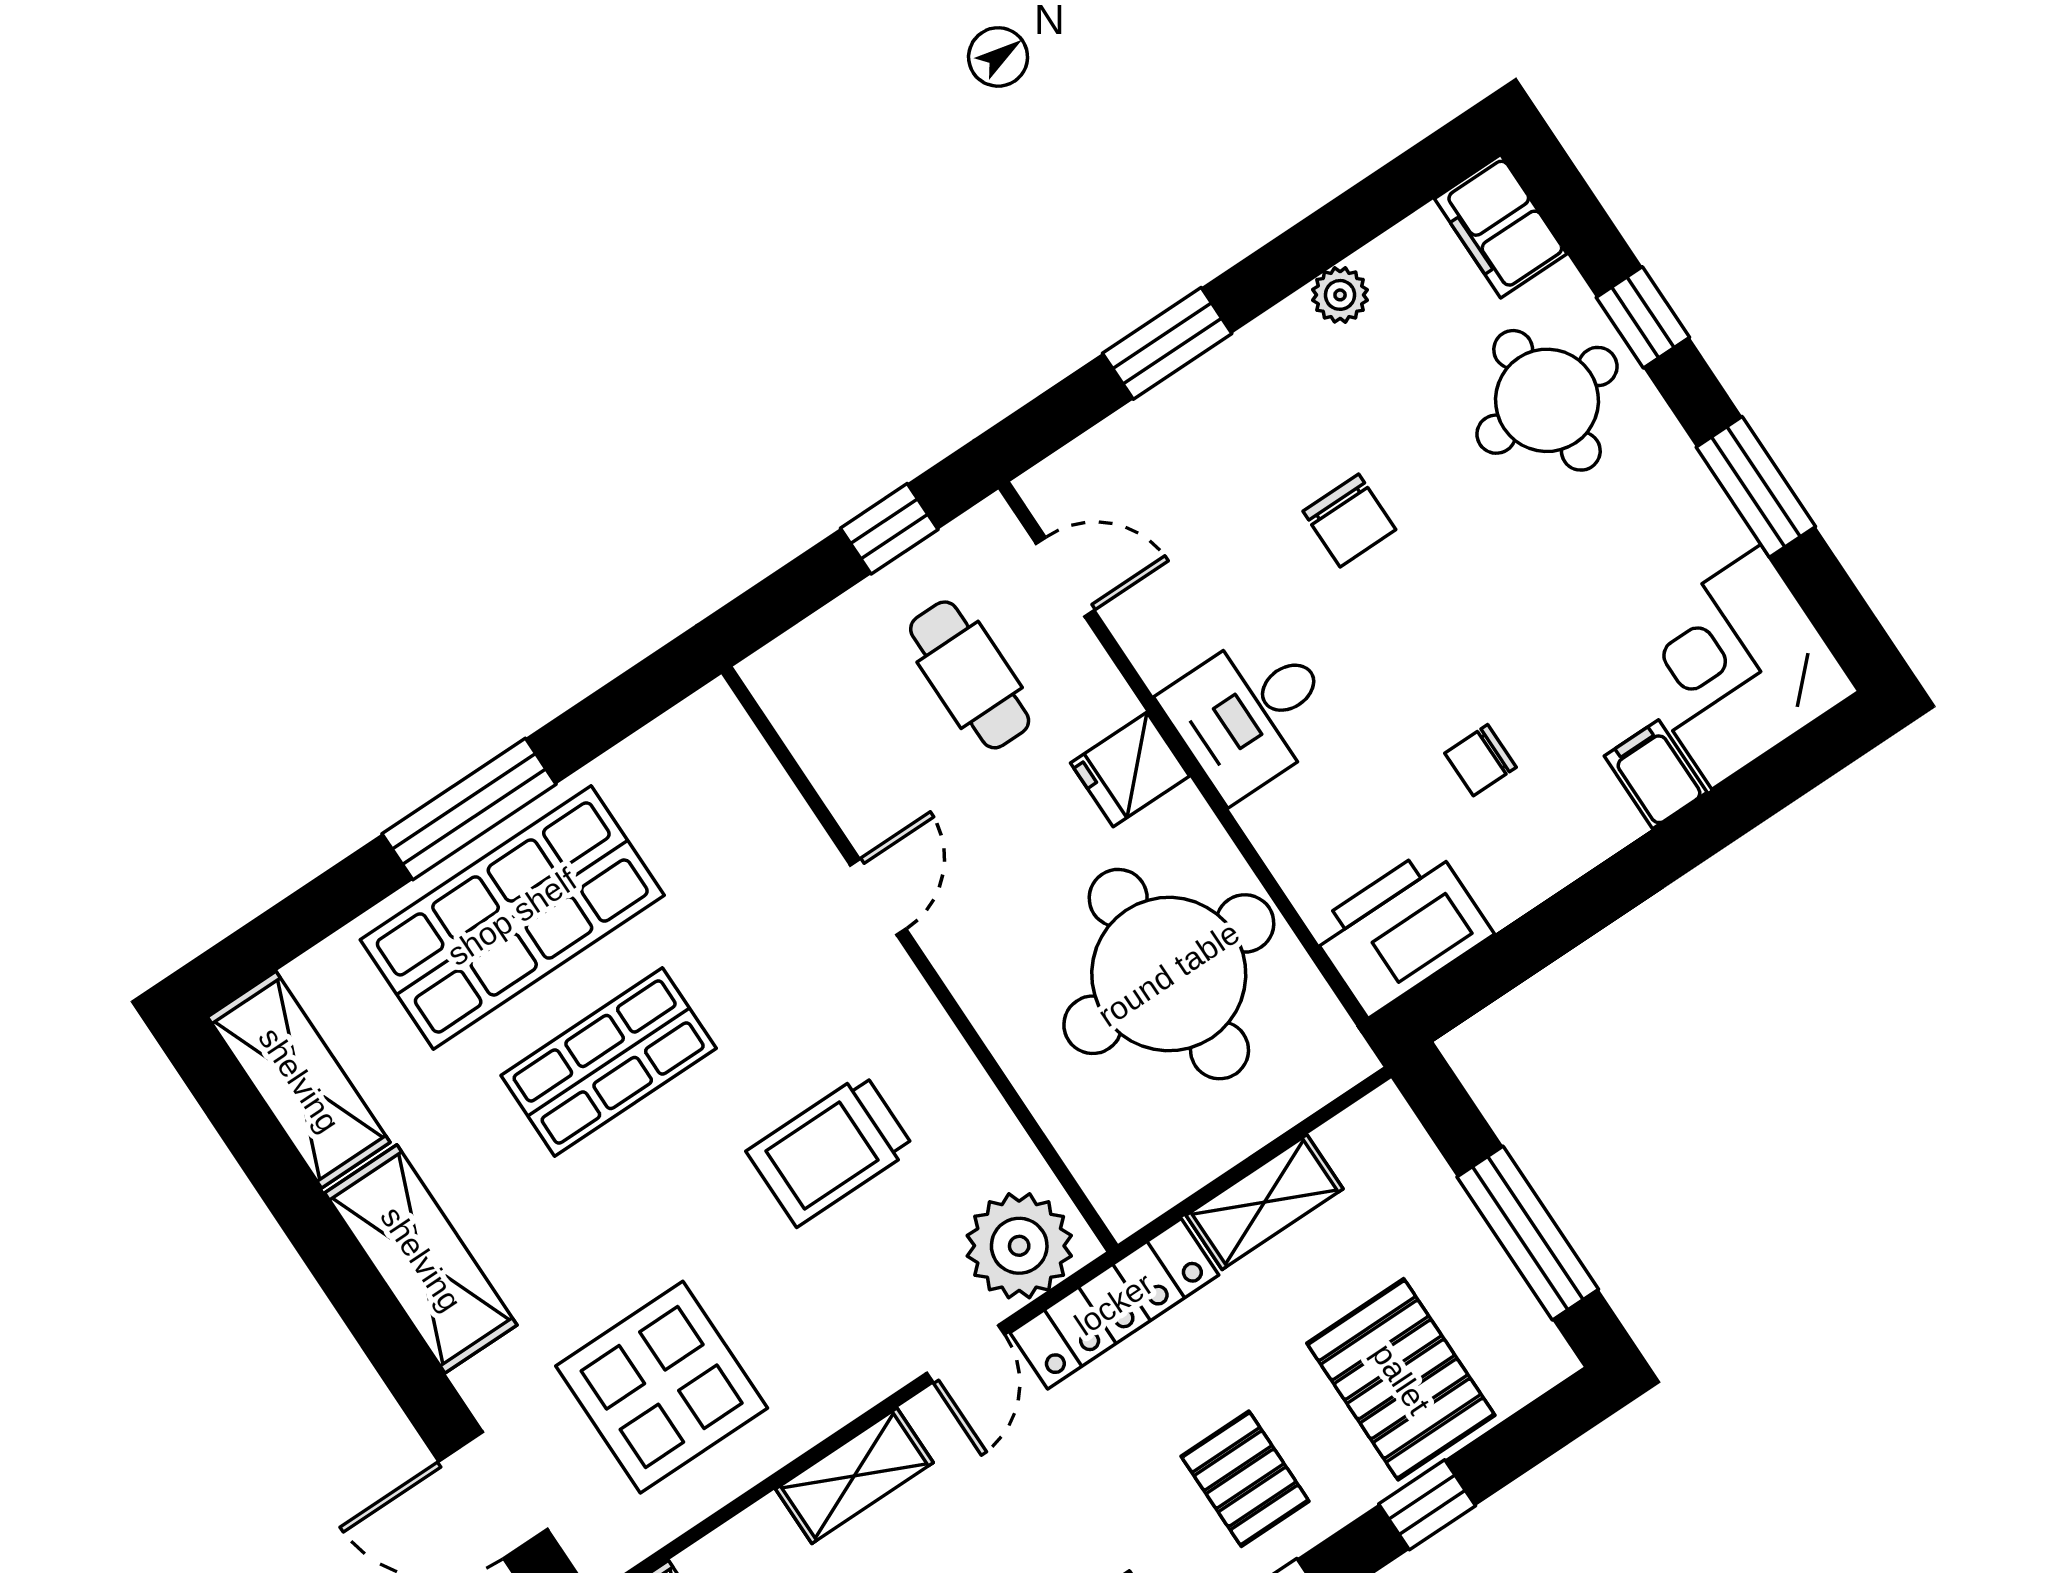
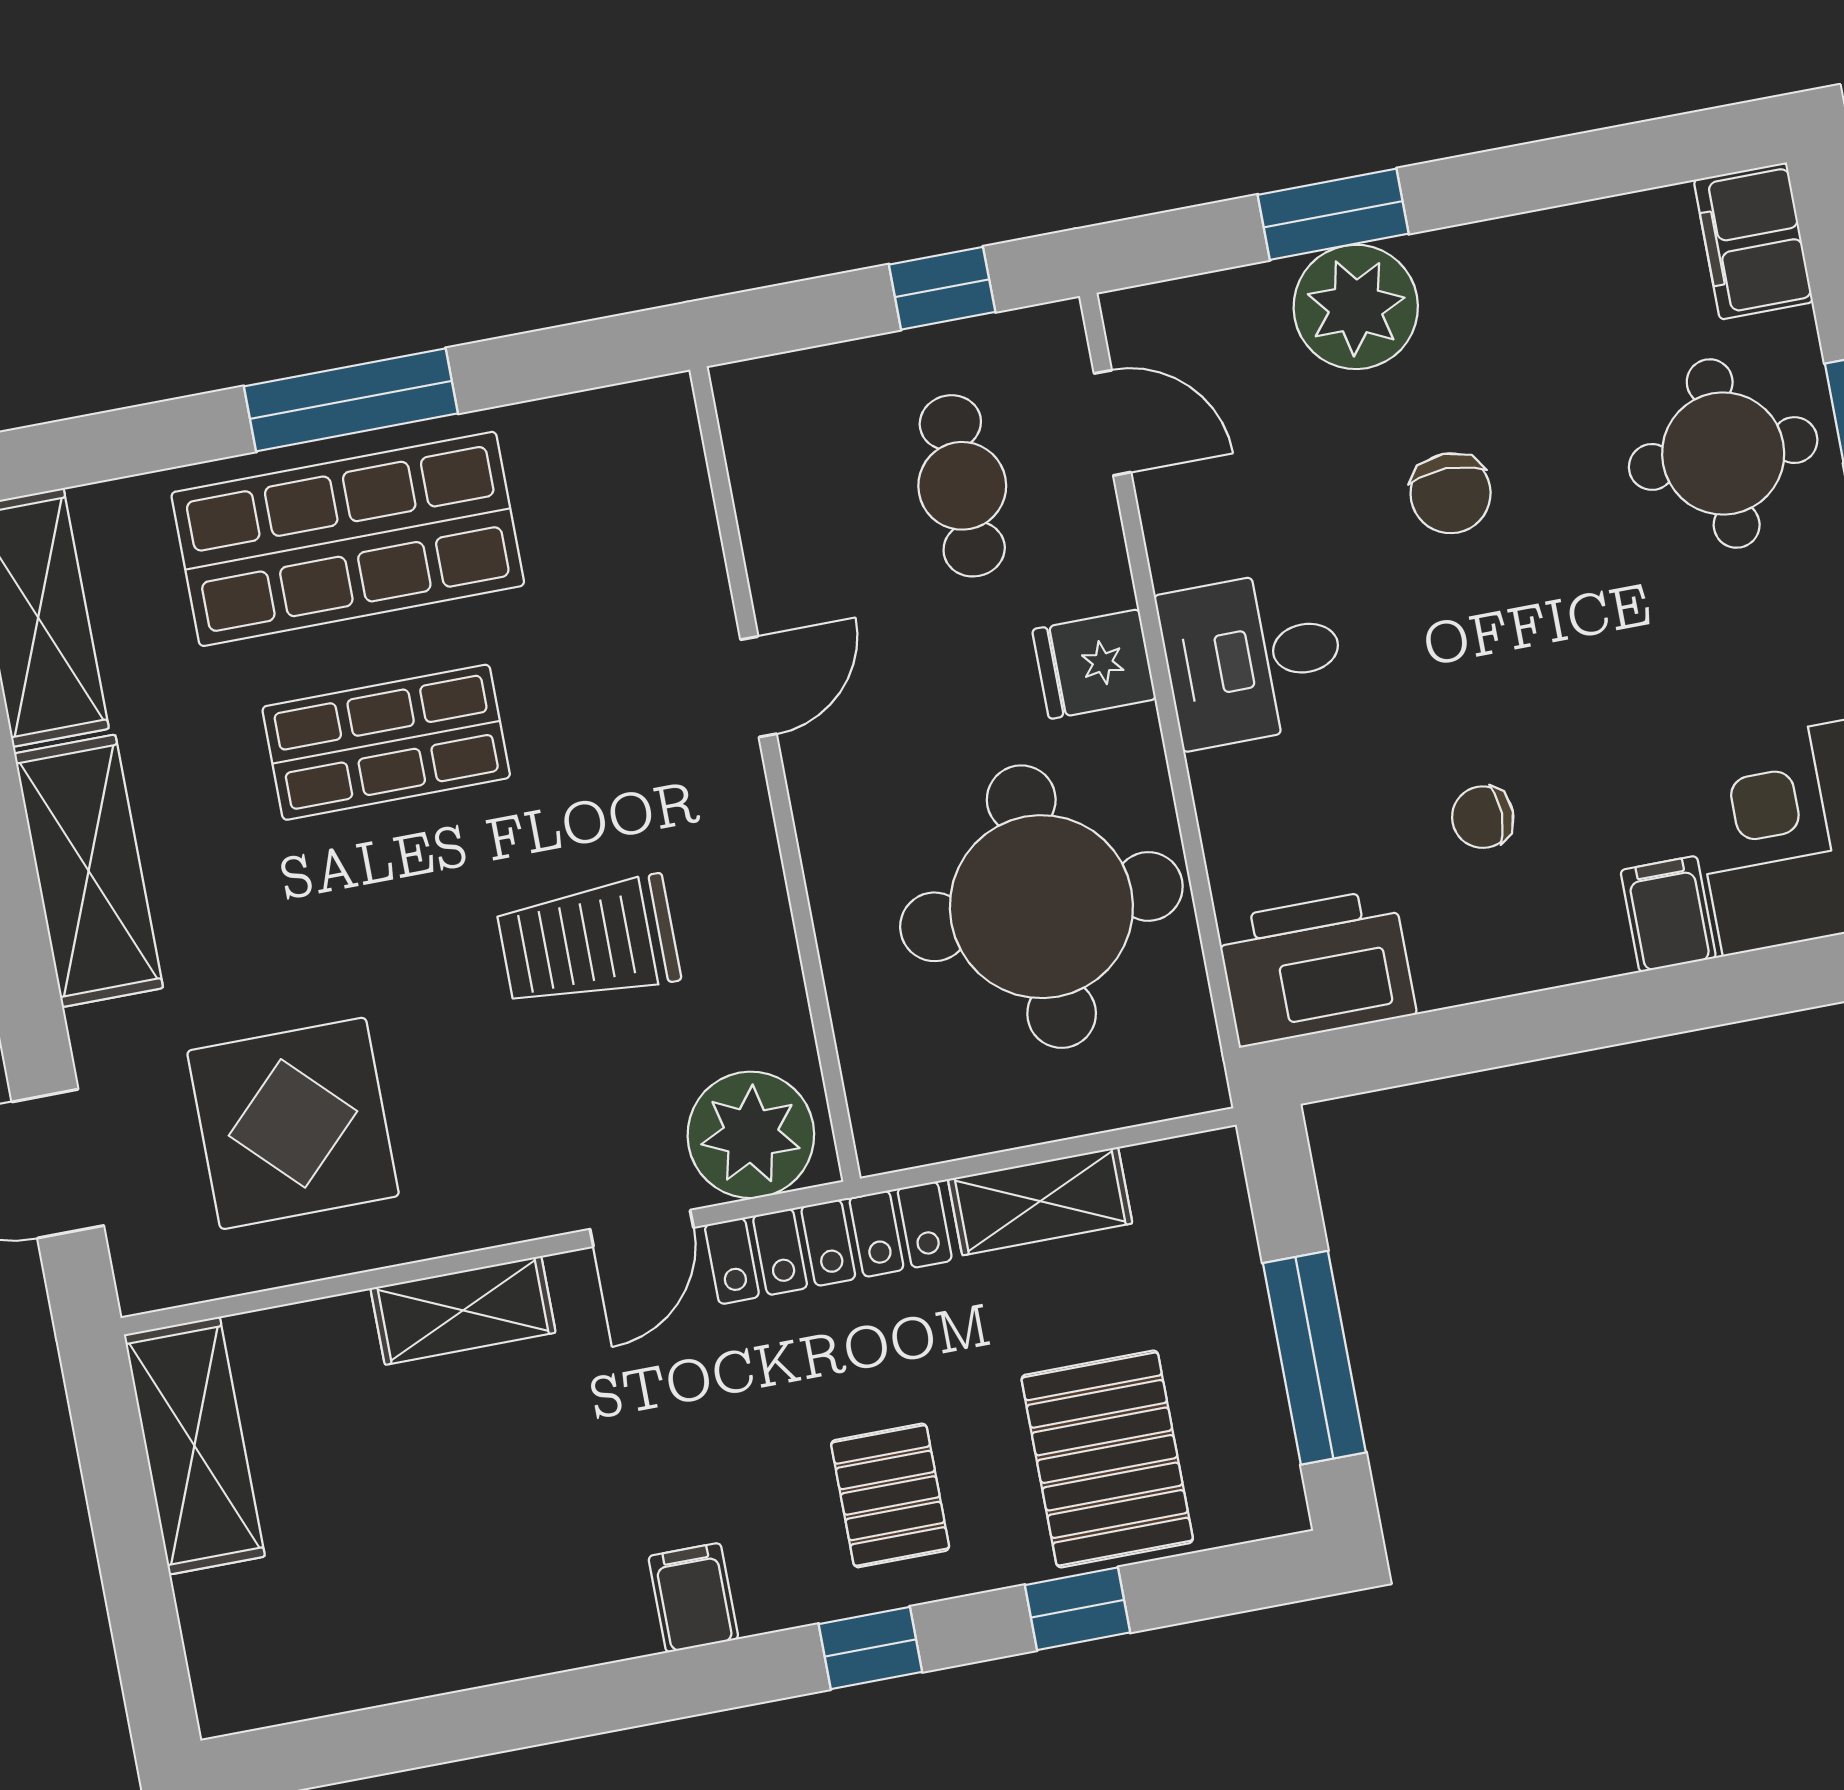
plant: (1340, 295) -> (1356, 307), moved, width x1.87, depth x1.87

